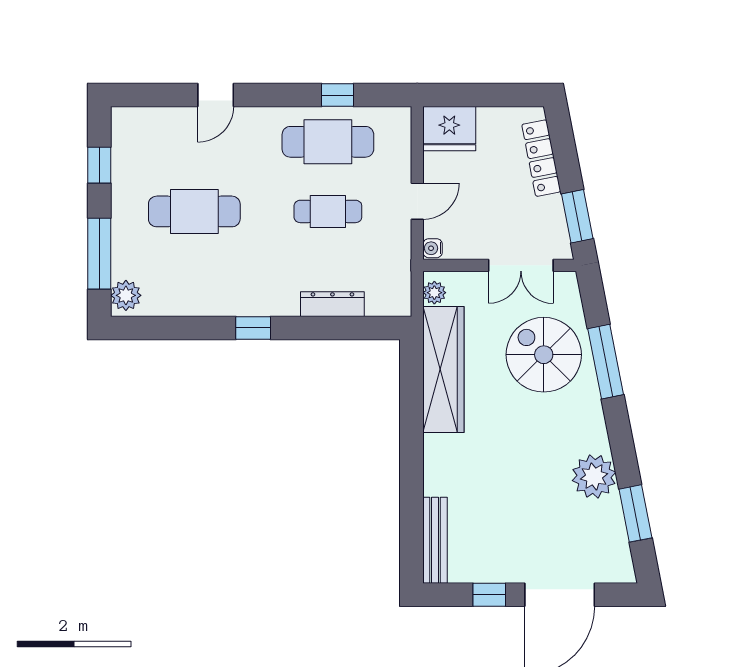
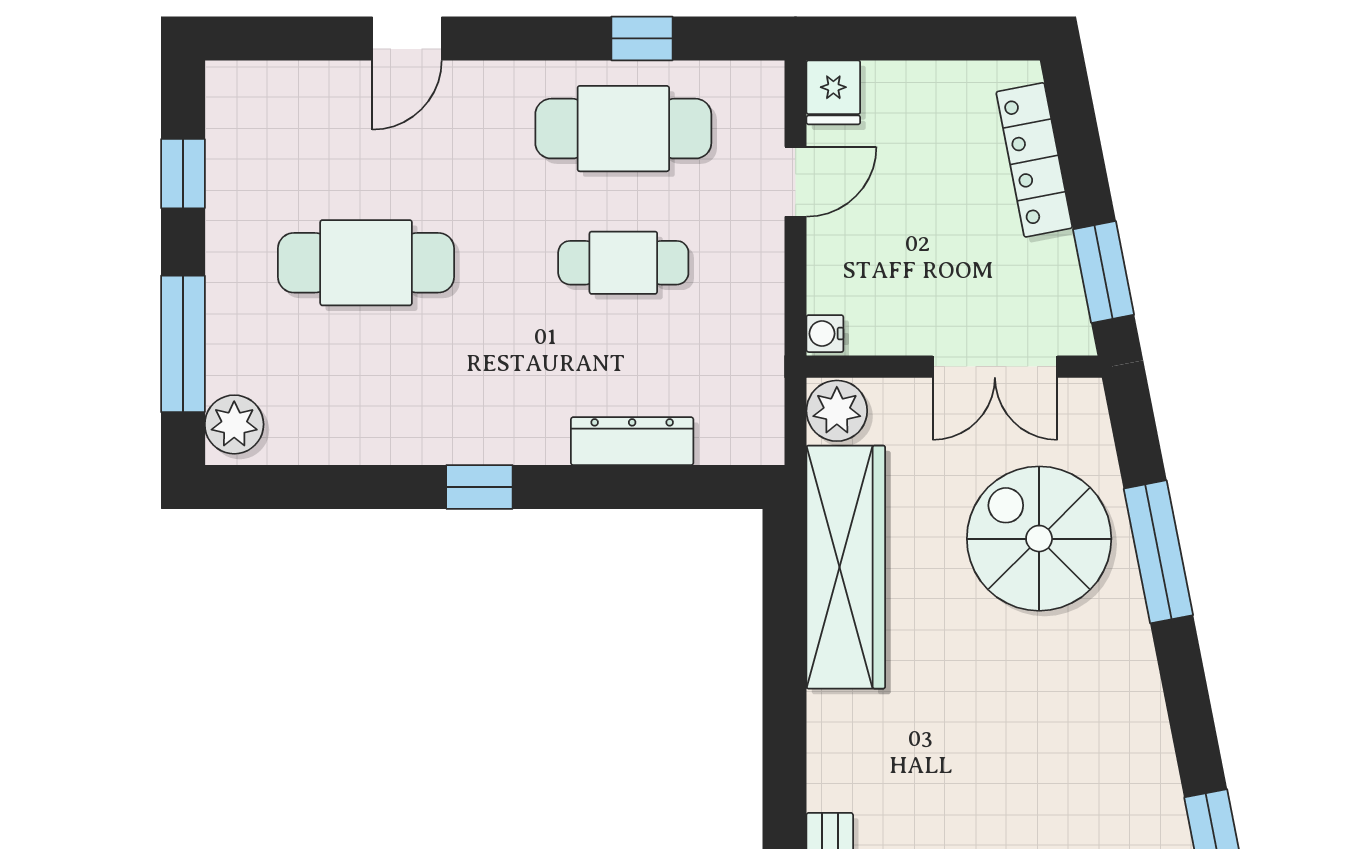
fridge: (449, 129) -> (833, 92), width x0.53, depth x0.75
door: (417, 201) -> (796, 182), moved
plant: (434, 293) -> (837, 411), width x1.38, depth x1.38
plant: (594, 476) -> (1136, 773), removed

